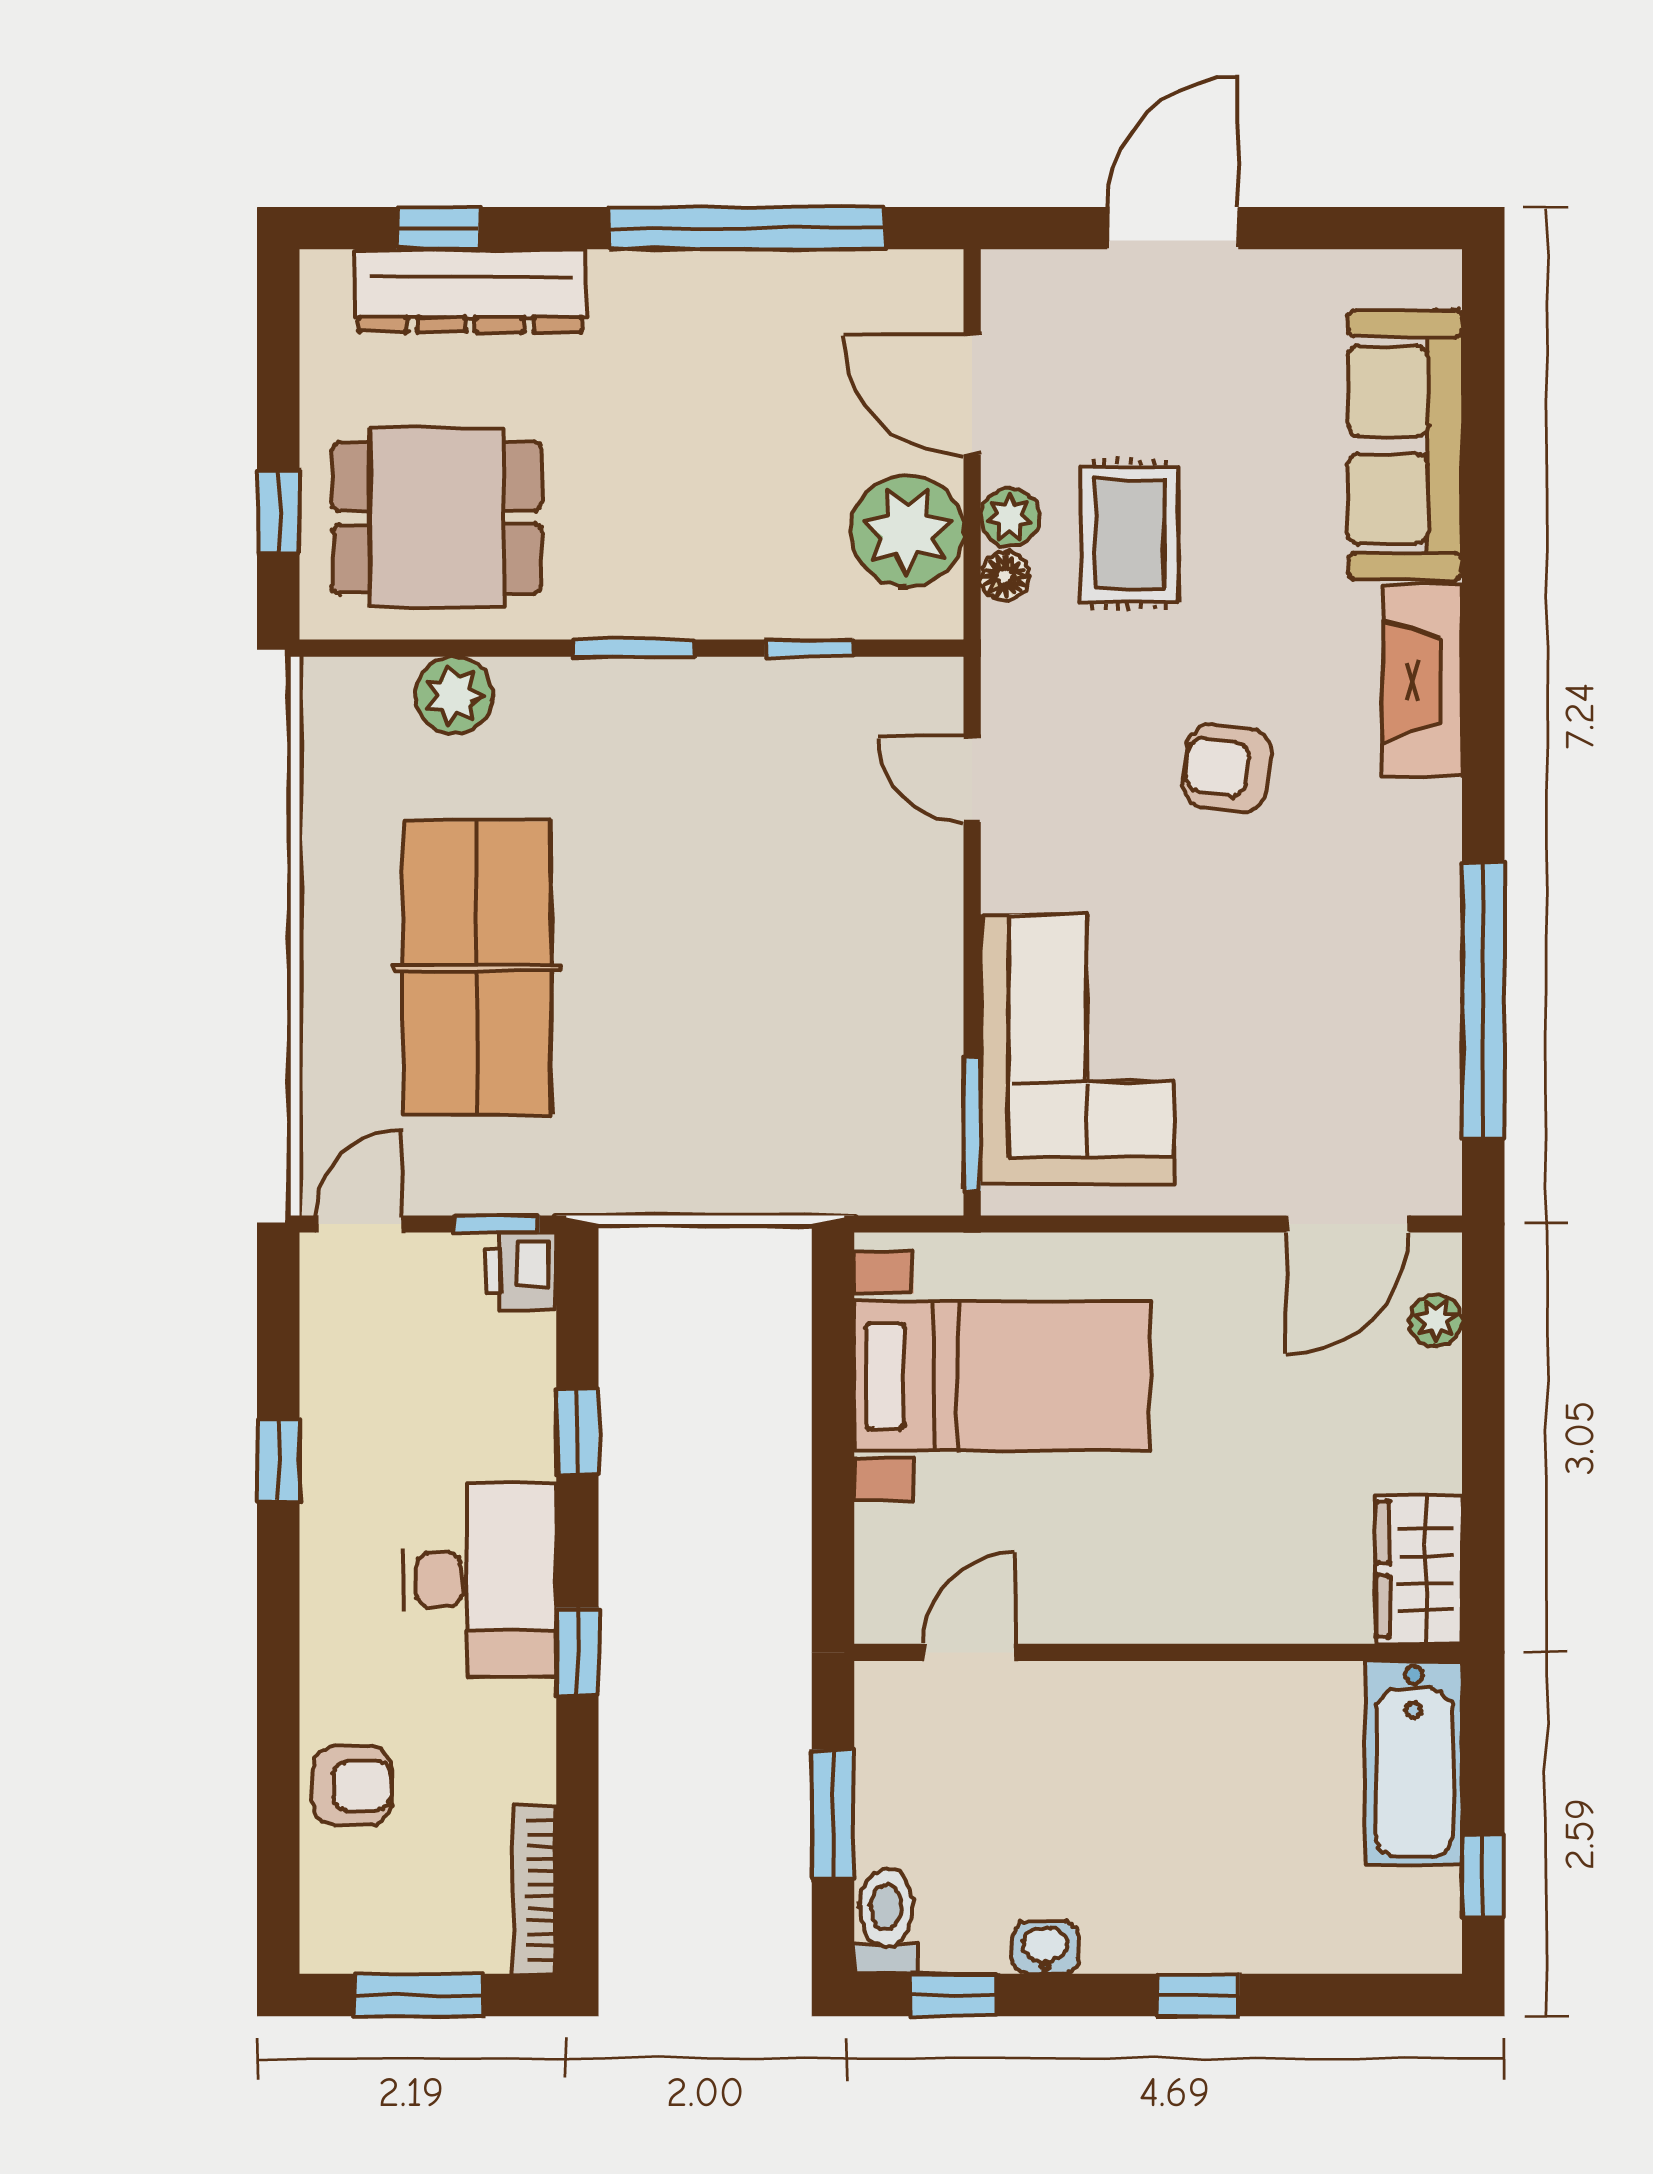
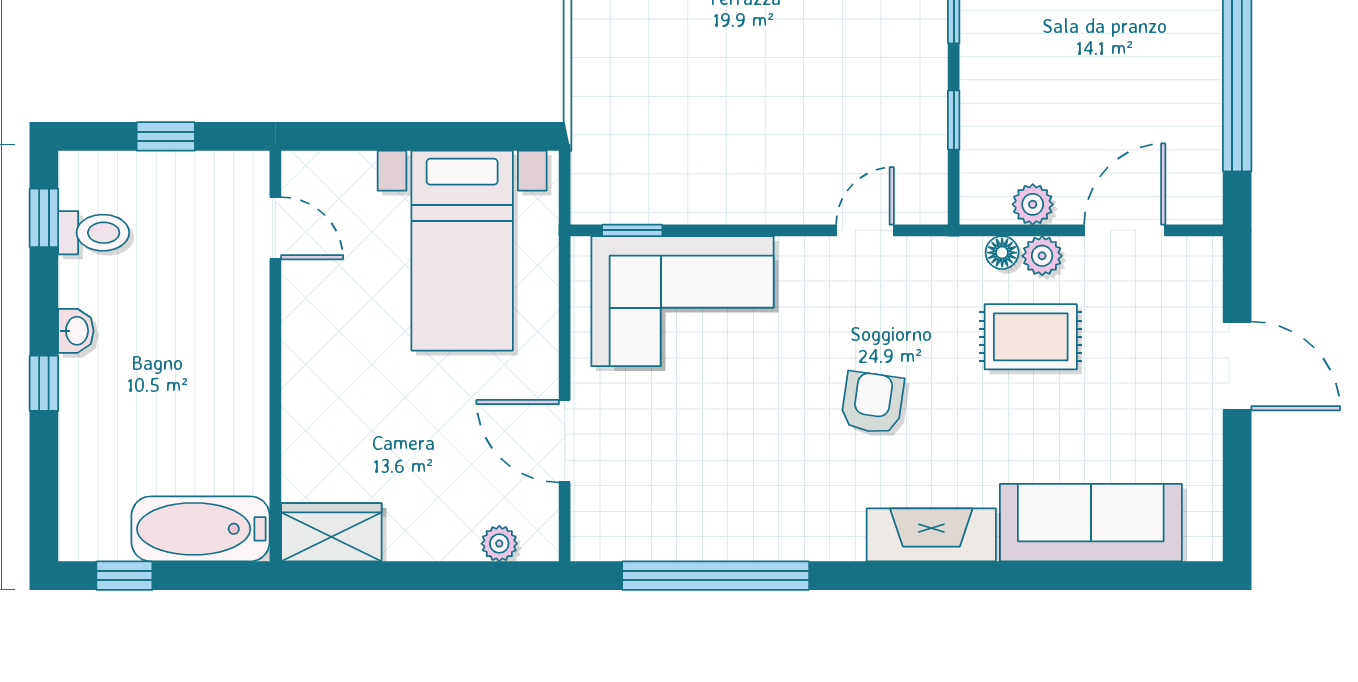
plant: (907, 531) -> (1033, 204), width x0.53, depth x0.53
window: (972, 1124) -> (632, 230), width x0.67
door: (1348, 1224) -> (565, 441), moved
window: (833, 1815) -> (166, 136), width x0.67
toilet: (886, 1921) -> (94, 233), moved
washbasin: (1046, 1948) -> (76, 331), moved

